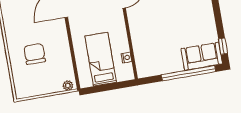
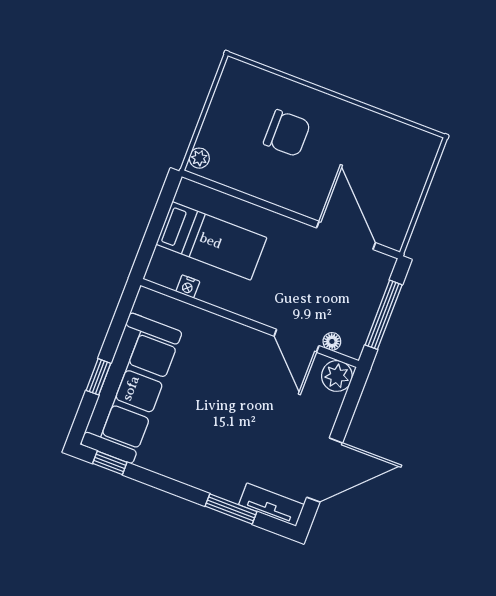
sofa: (202, 56) -> (131, 388), width x1.85, depth x1.27
window: (189, 73) -> (98, 377), width x0.32

